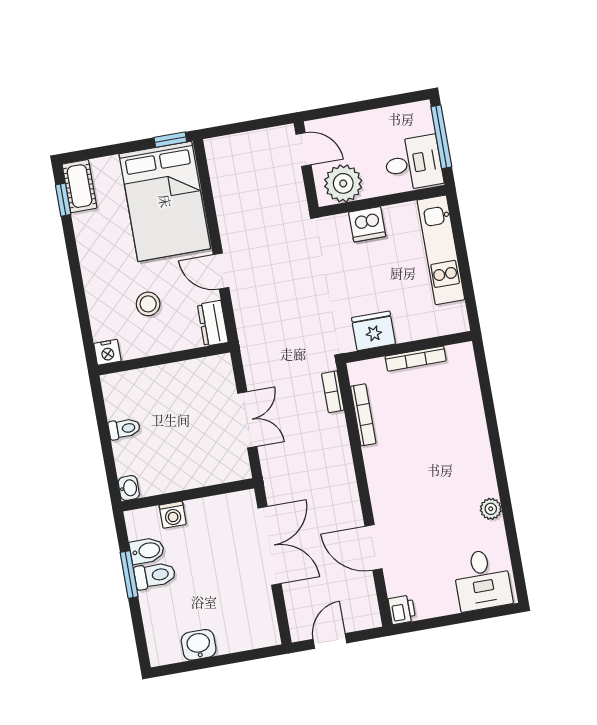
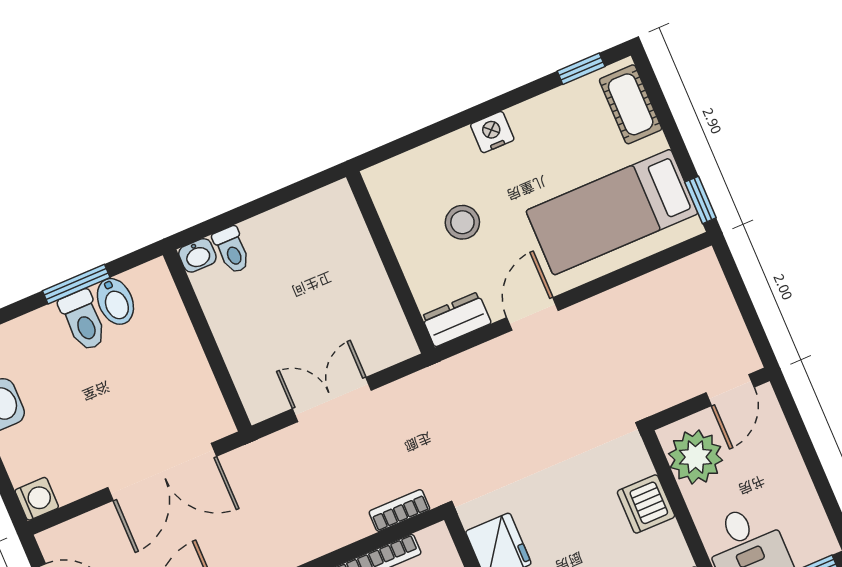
cot: (80, 186) -> (631, 104), moved, turned 90
bed: (165, 201) -> (612, 212), width x0.67
nightstand: (107, 352) -> (492, 132), moved, turned 90
double door: (247, 420) -> (332, 399), swing flipped
toilet: (124, 429) -> (232, 250), moved
washing machine: (173, 515) -> (37, 499), moved, turned 180

